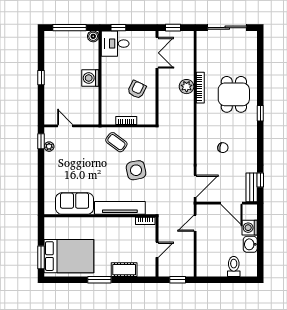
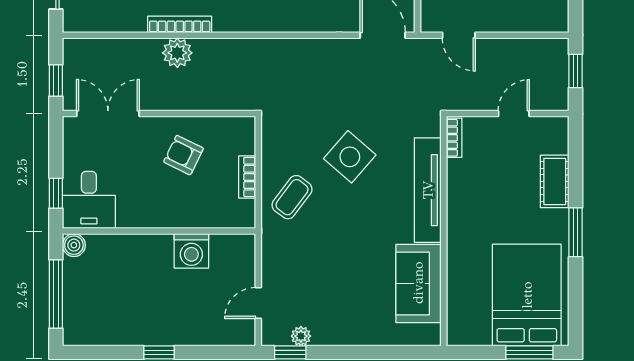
washing machine: (90, 78) -> (191, 251), moved
side table: (136, 170) -> (350, 157), turned -38
door: (157, 250) -> (514, 114), hinge flipped

